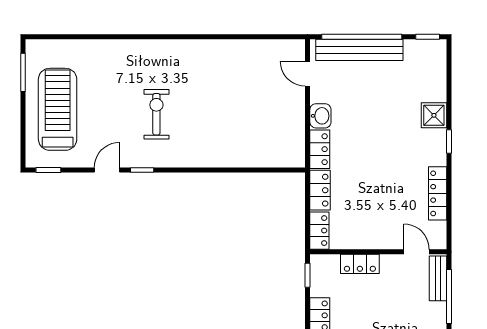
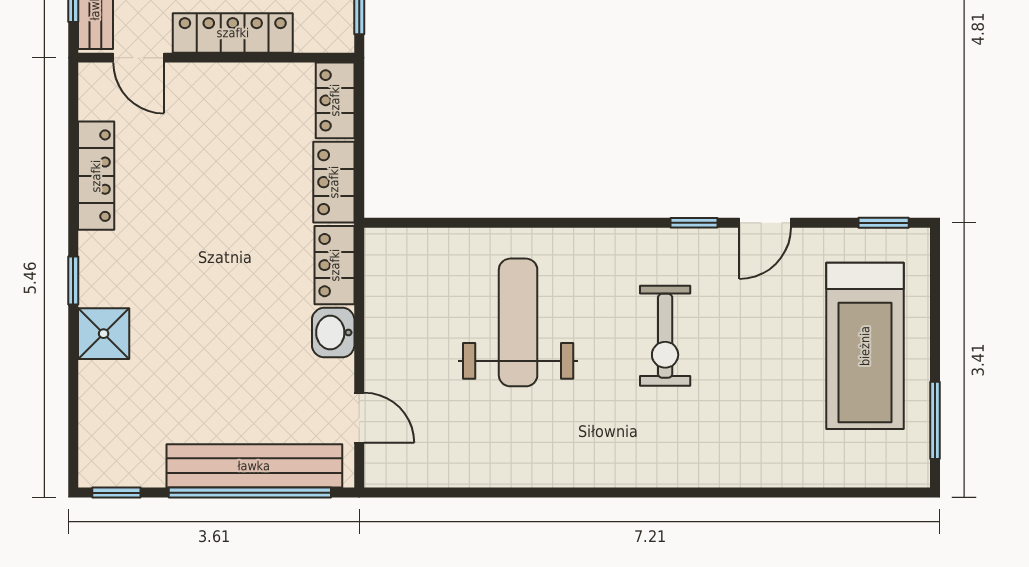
weight bench: (229, 121) -> (518, 322), added
locker: (360, 264) -> (233, 33), width x1.53

